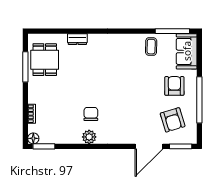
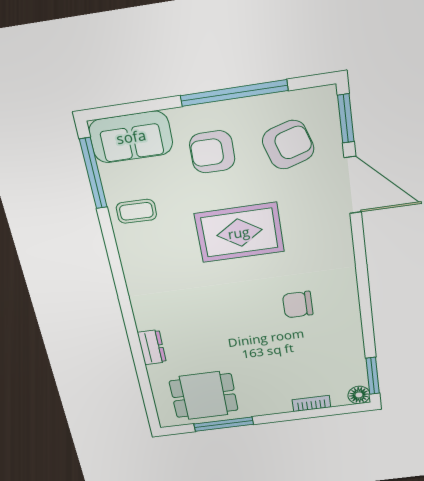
rug: (133, 92) -> (239, 233), added
plant: (89, 137) -> (345, 301), removed

